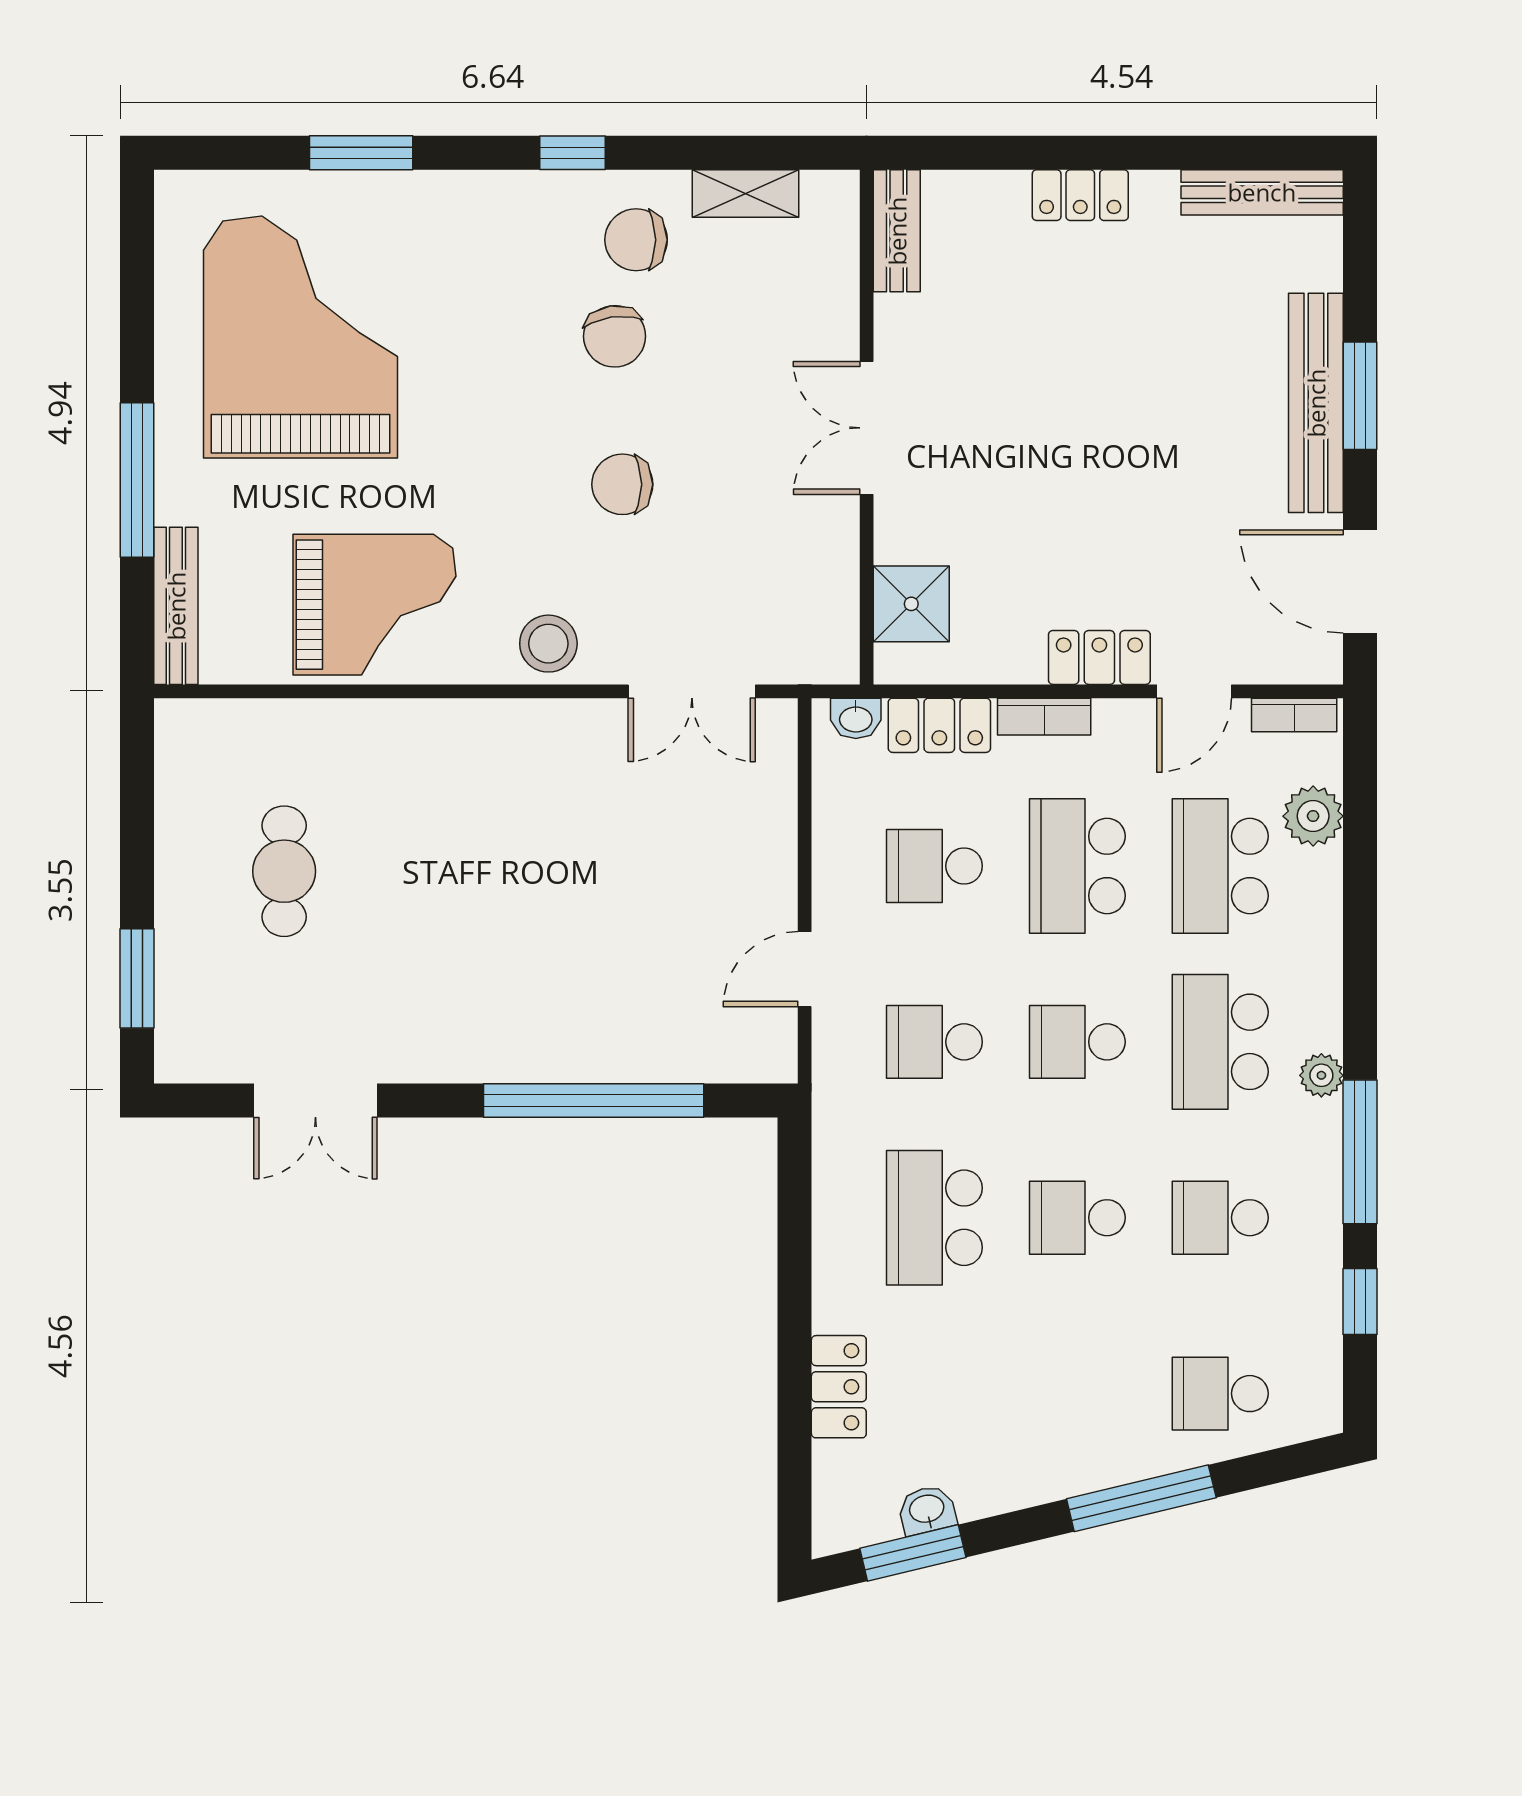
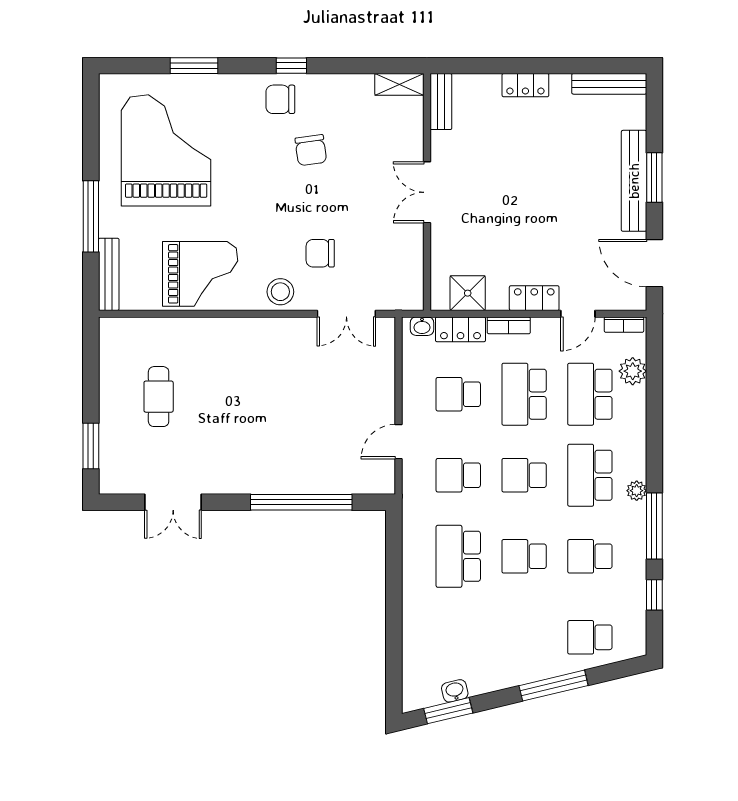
shelving: (746, 194) -> (399, 84), moved
chair: (636, 240) -> (280, 99), moved
chair: (622, 484) -> (320, 253), moved
shower: (911, 604) -> (468, 293), moved
locker: (839, 1387) -> (414, 634), removed

